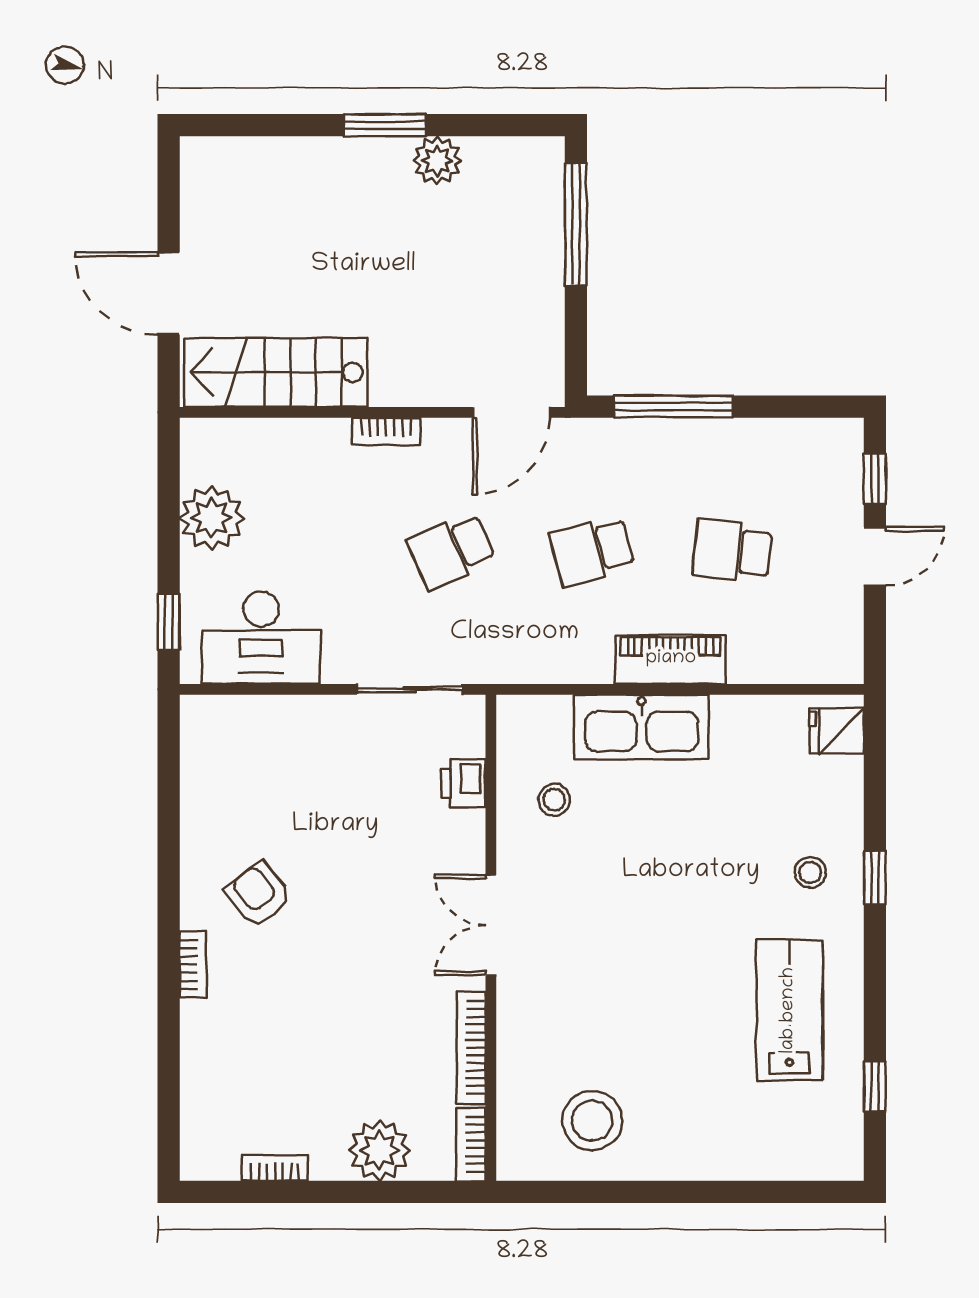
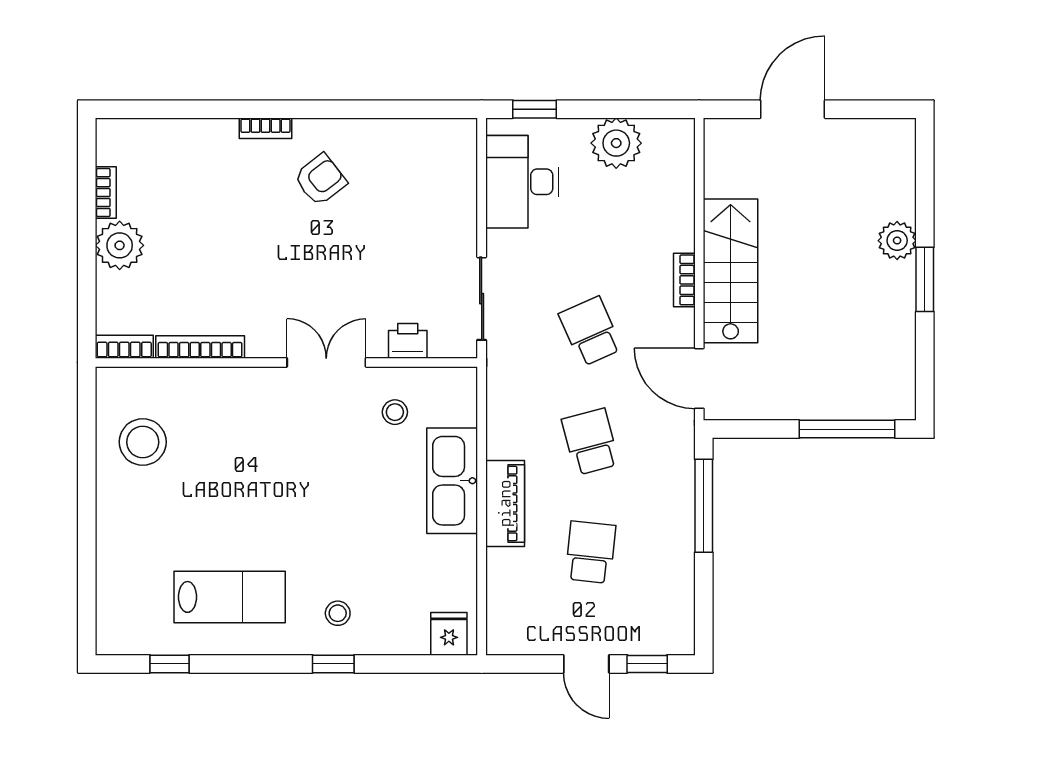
plant: (437, 160) -> (897, 241), moved
stairs: (276, 372) -> (731, 271), moved
double door: (491, 925) -> (326, 362), moved
plant: (379, 1150) -> (120, 245), moved

